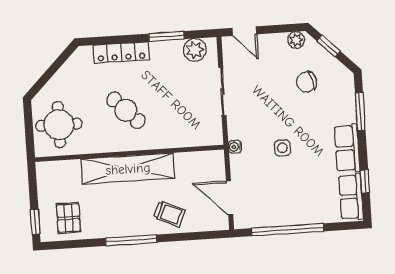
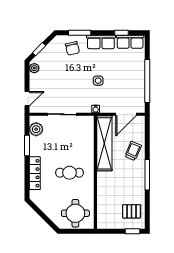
chair: (307, 82) -> (72, 48), moved
cafe table: (126, 110) -> (70, 173), turned 44
shelving: (128, 169) -> (104, 143), moved

